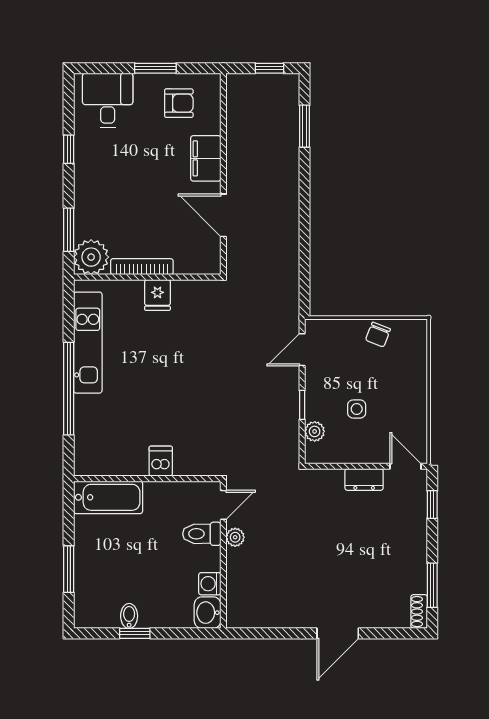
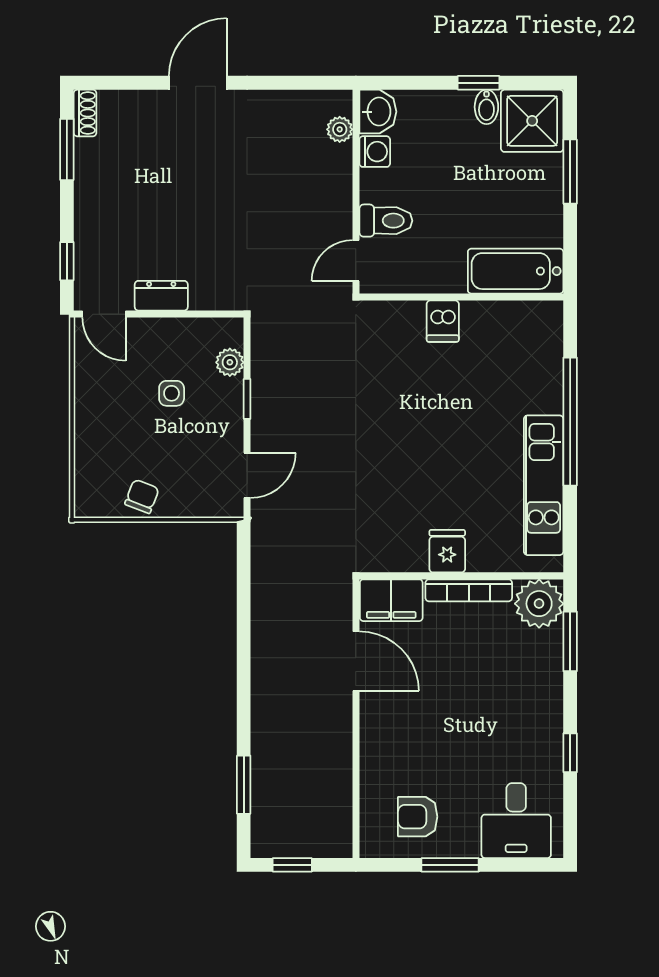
filing cabinet: (206, 158) -> (391, 600), moved, turned 90
plant: (235, 537) -> (340, 129), moved
shower: (96, 606) -> (532, 121), added

